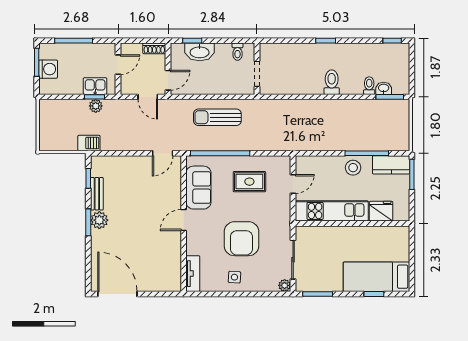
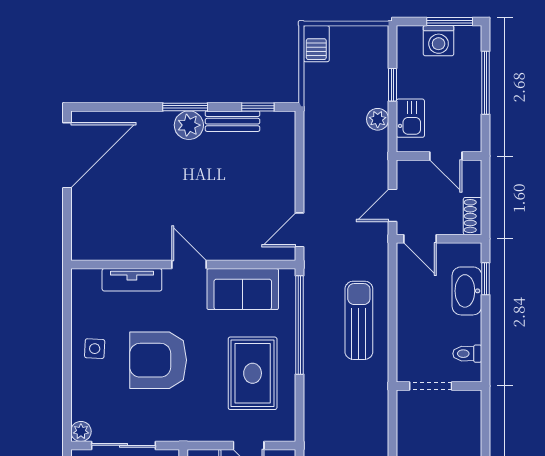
window: (95, 97) -> (393, 85), moved
barbecue: (89, 143) -> (316, 44), moved
door: (163, 153) -> (299, 230), hinge flipped
rug: (249, 182) -> (253, 373), width x1.36, depth x1.43
tv unit: (193, 274) -> (132, 280), moved

